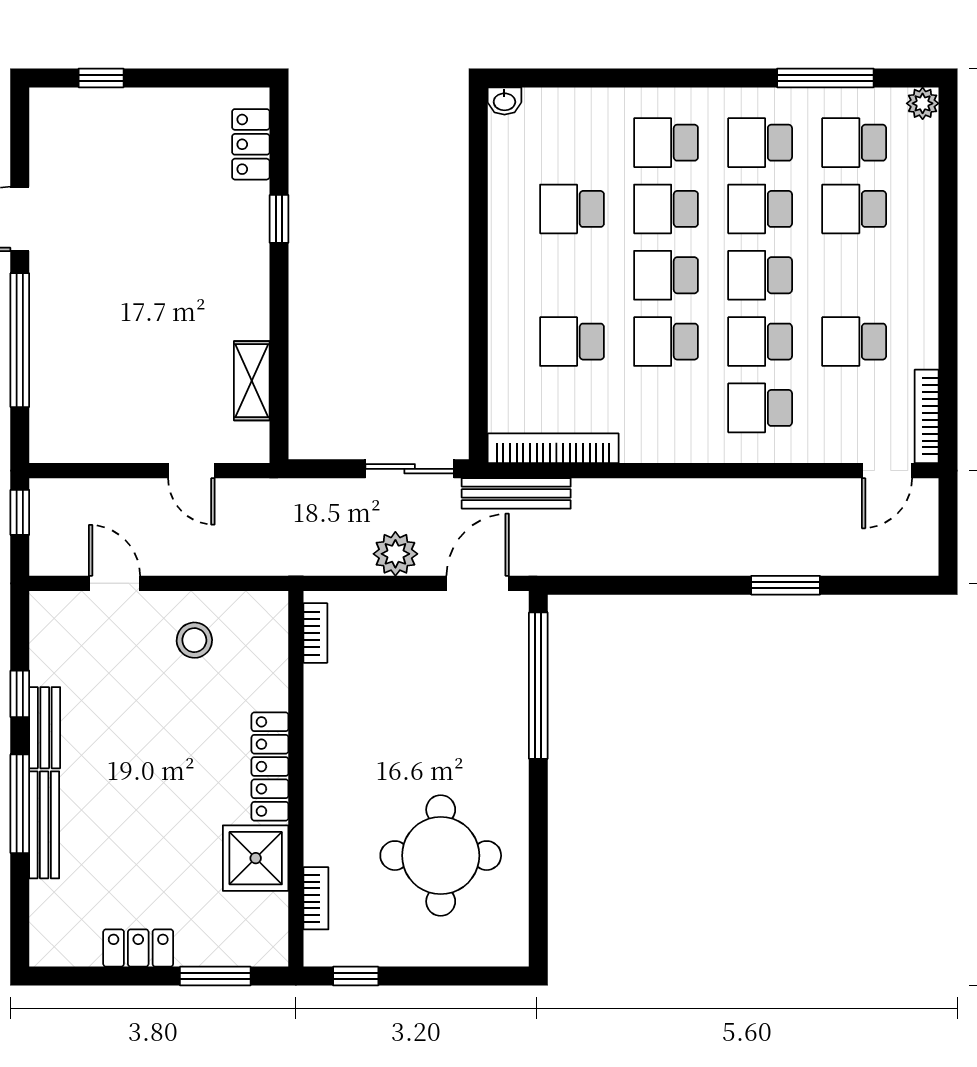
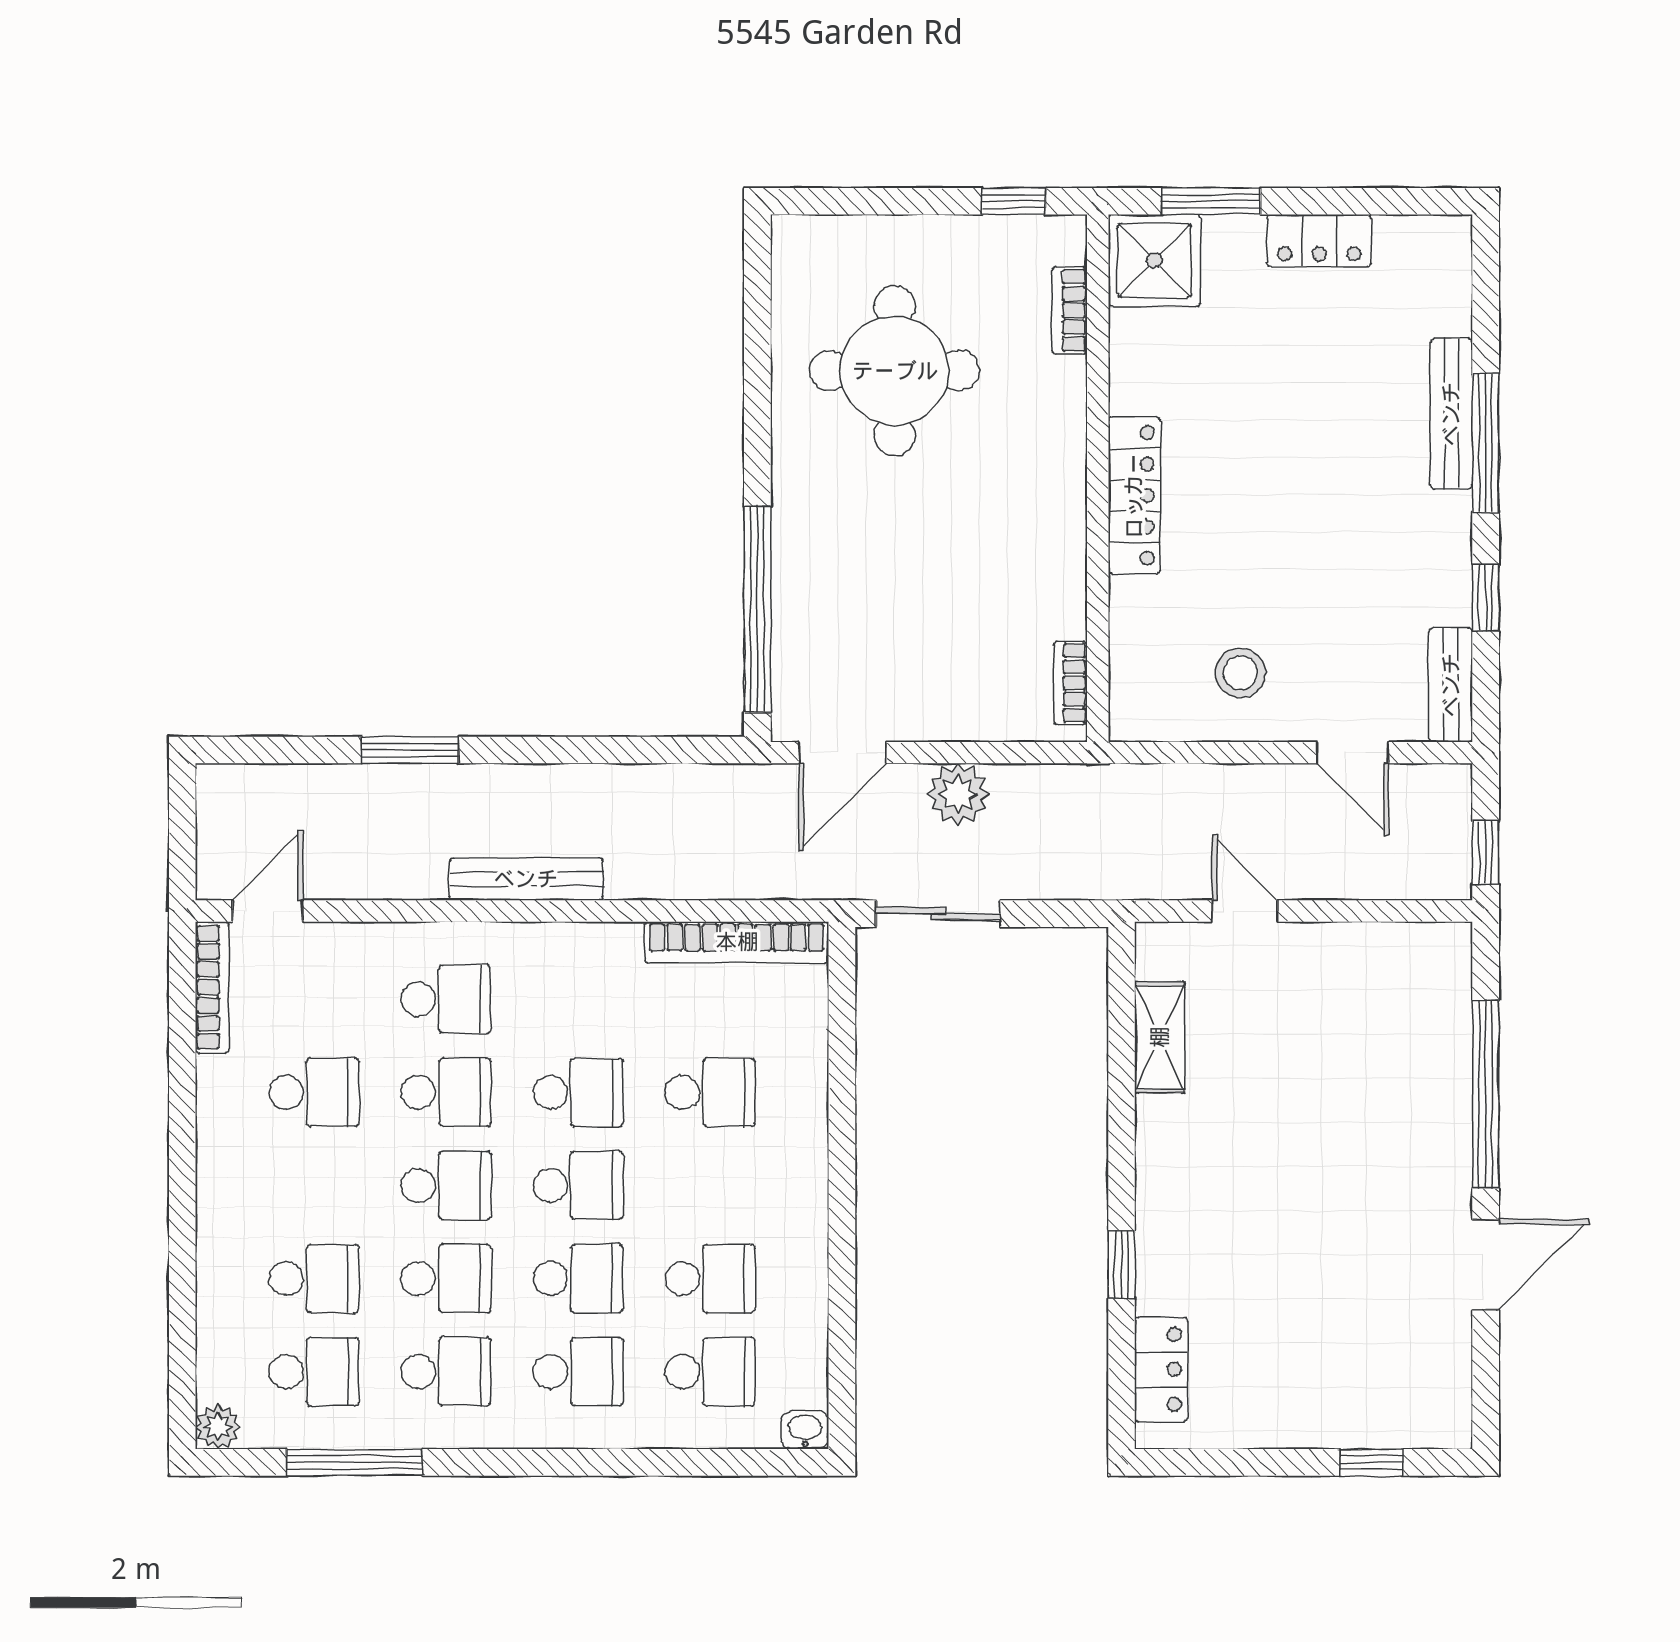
school desk: (572, 143) -> (710, 1372), added
bench: (516, 493) -> (526, 879), moved
bench: (45, 728) -> (1451, 685), moved
shower: (256, 858) -> (1154, 260), moved

